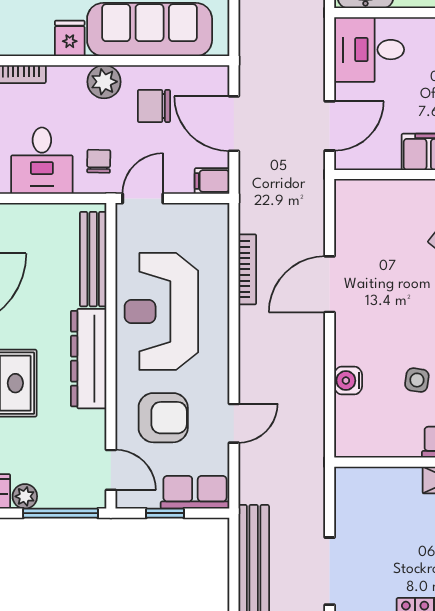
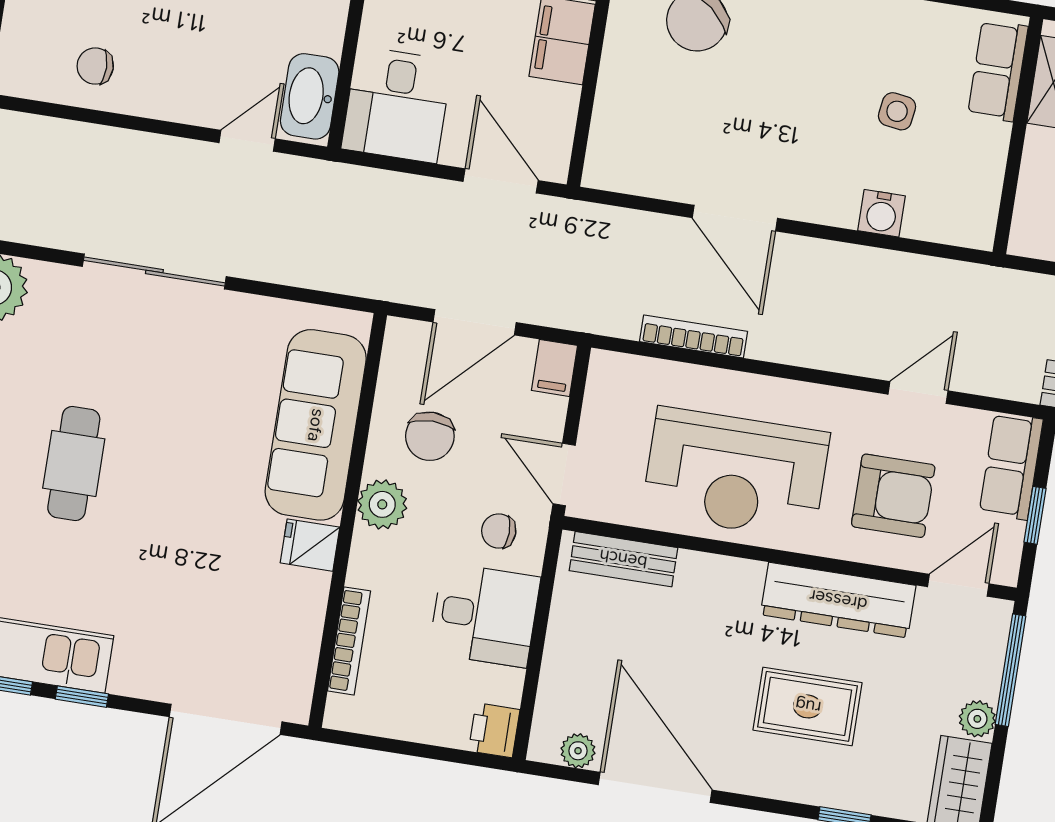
bench: (93, 259) -> (623, 559), width x0.73
dresser: (89, 359) -> (838, 600), moved
armchair: (163, 418) -> (893, 496), turned 90
door: (234, 423) -> (918, 393), hinge flipped

